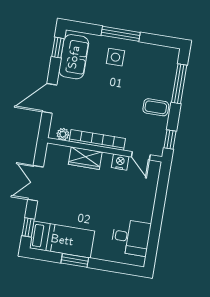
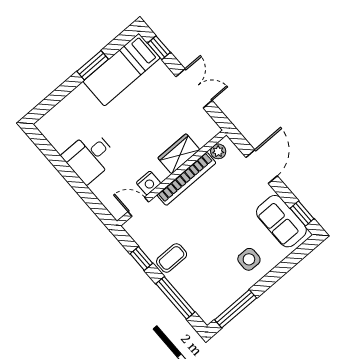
window: (121, 34) -> (236, 309), moved
window: (170, 139) -> (141, 258), moved
desk: (131, 237) -> (90, 157), moved

